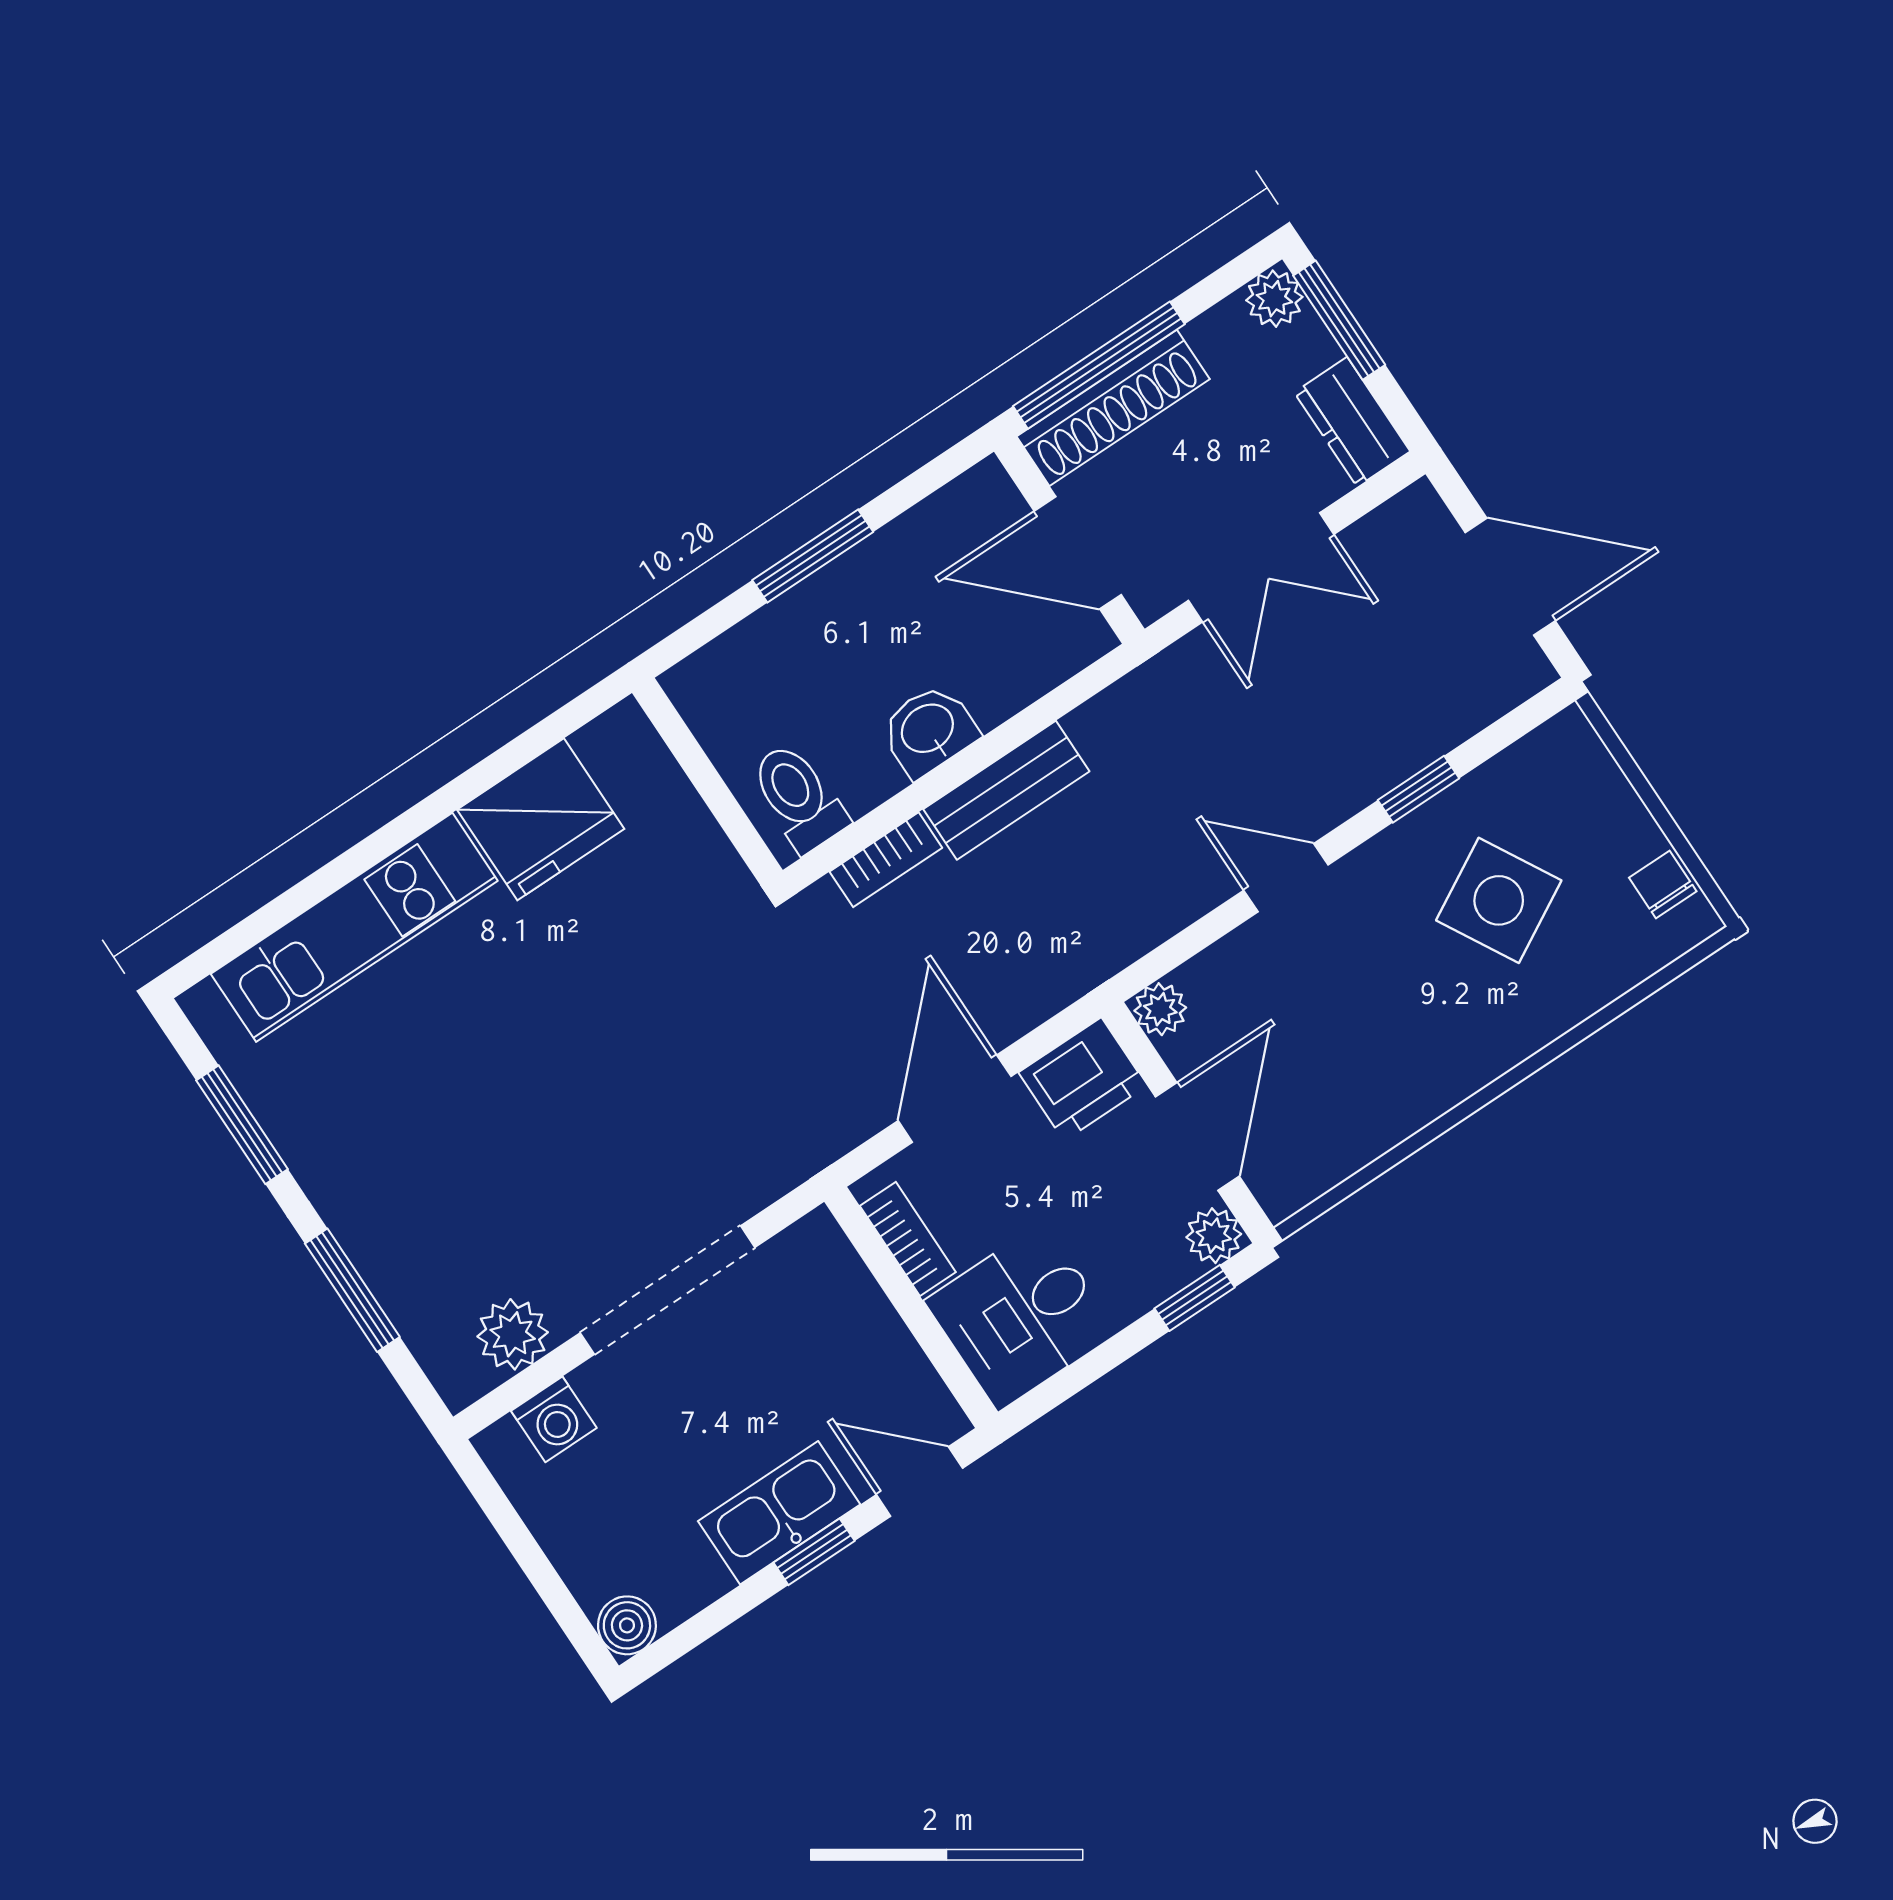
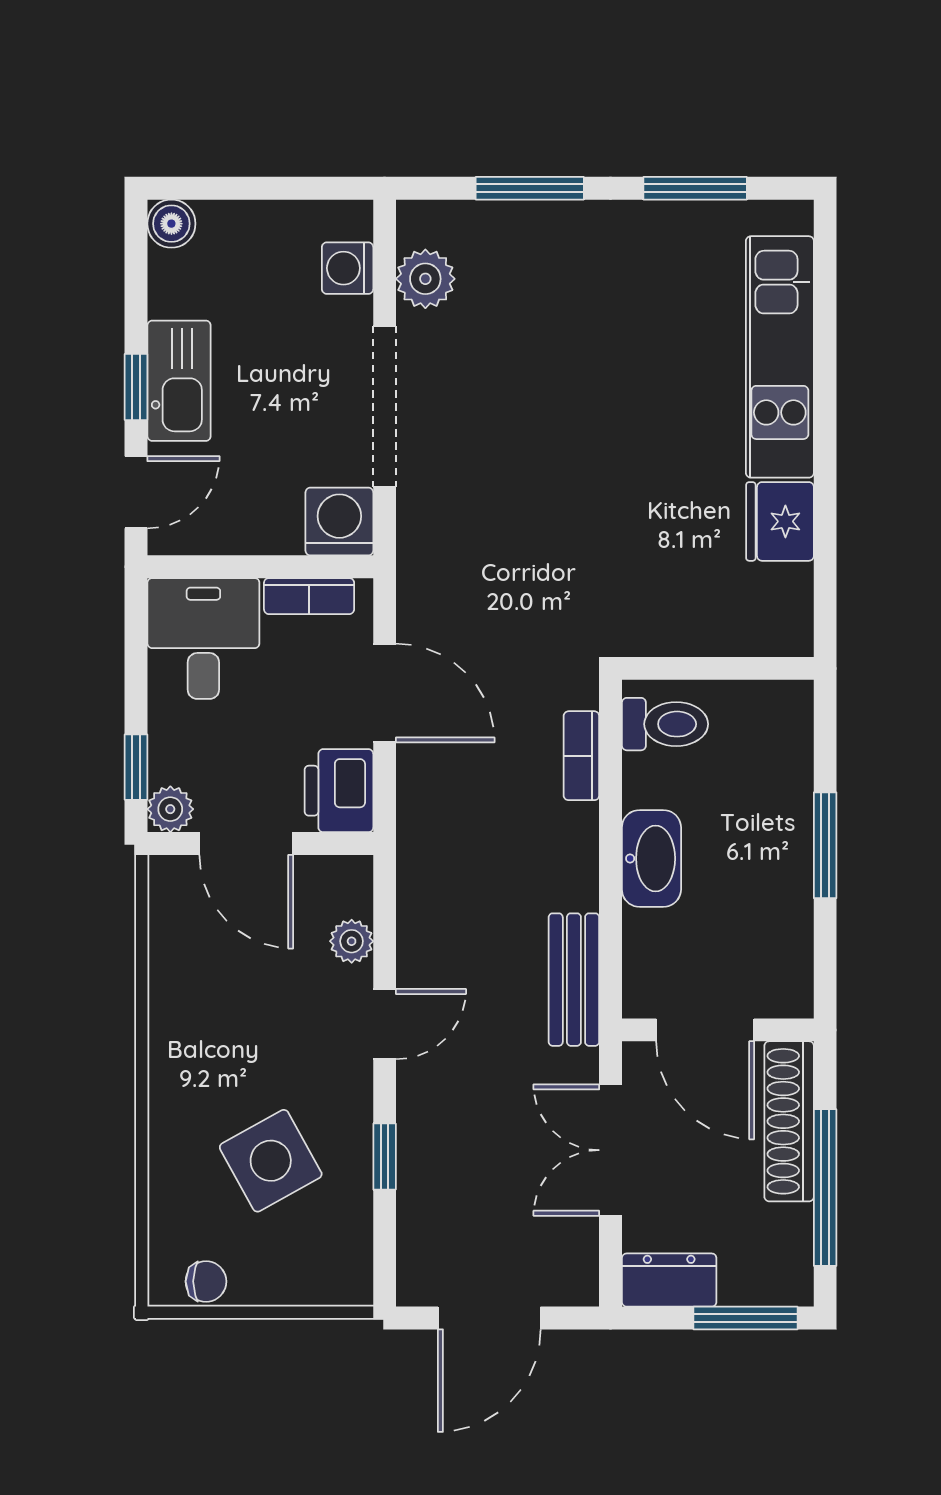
plant: (1274, 299) -> (790, 1283), removed
window: (1099, 365) -> (825, 1188), moved
door: (1078, 553) -> (705, 1030), swing flipped
washbasin: (929, 730) -> (651, 858), width x1.38
bench: (1006, 790) -> (574, 980), moved
fridge: (541, 819) -> (780, 521), width x0.73, depth x0.75
plant: (1160, 1009) -> (352, 941), moved
washing machine: (813, 1258) -> (339, 522), added

